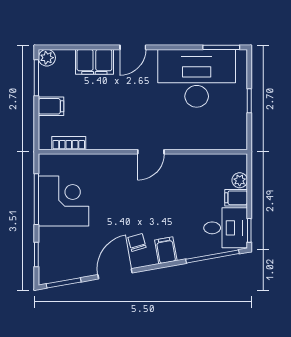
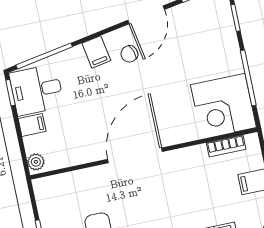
door: (151, 152) -> (135, 155), width x1.88
plant: (240, 180) -> (36, 162), moved
corner desk: (64, 201) -> (223, 106), moved
chair: (137, 242) -> (129, 54), turned 86

